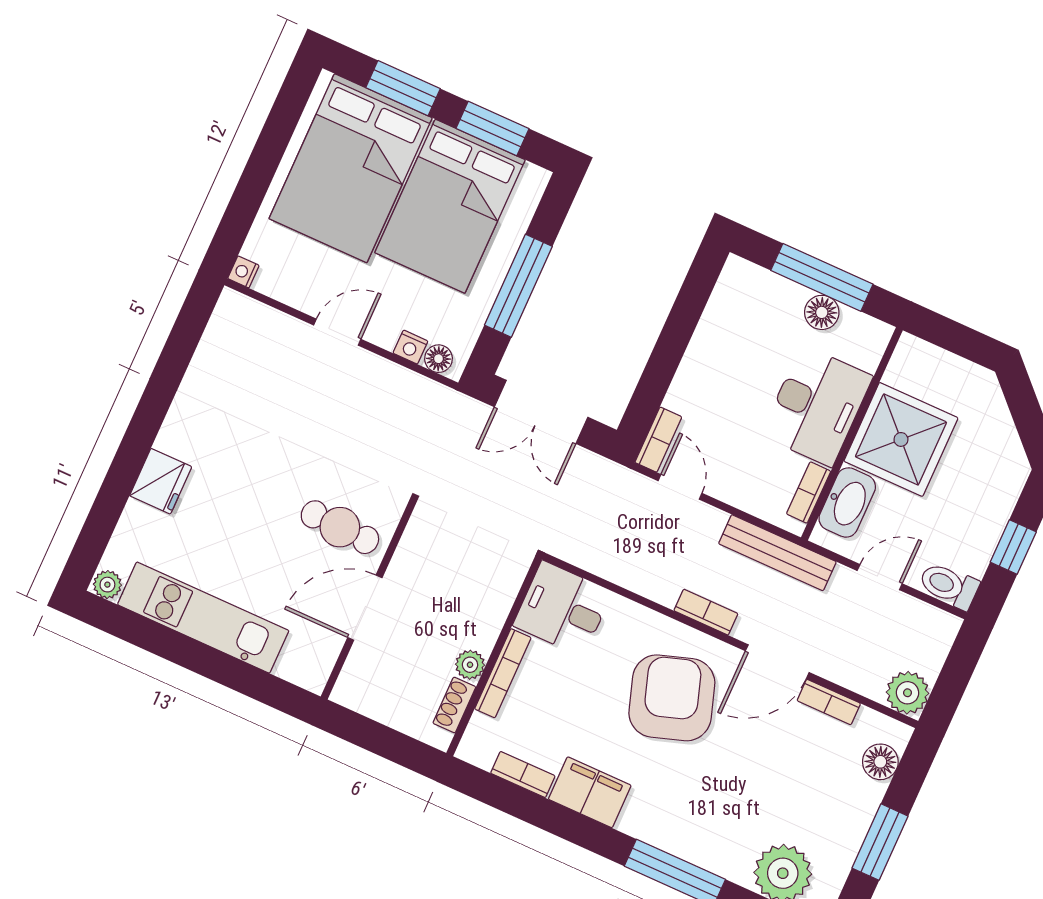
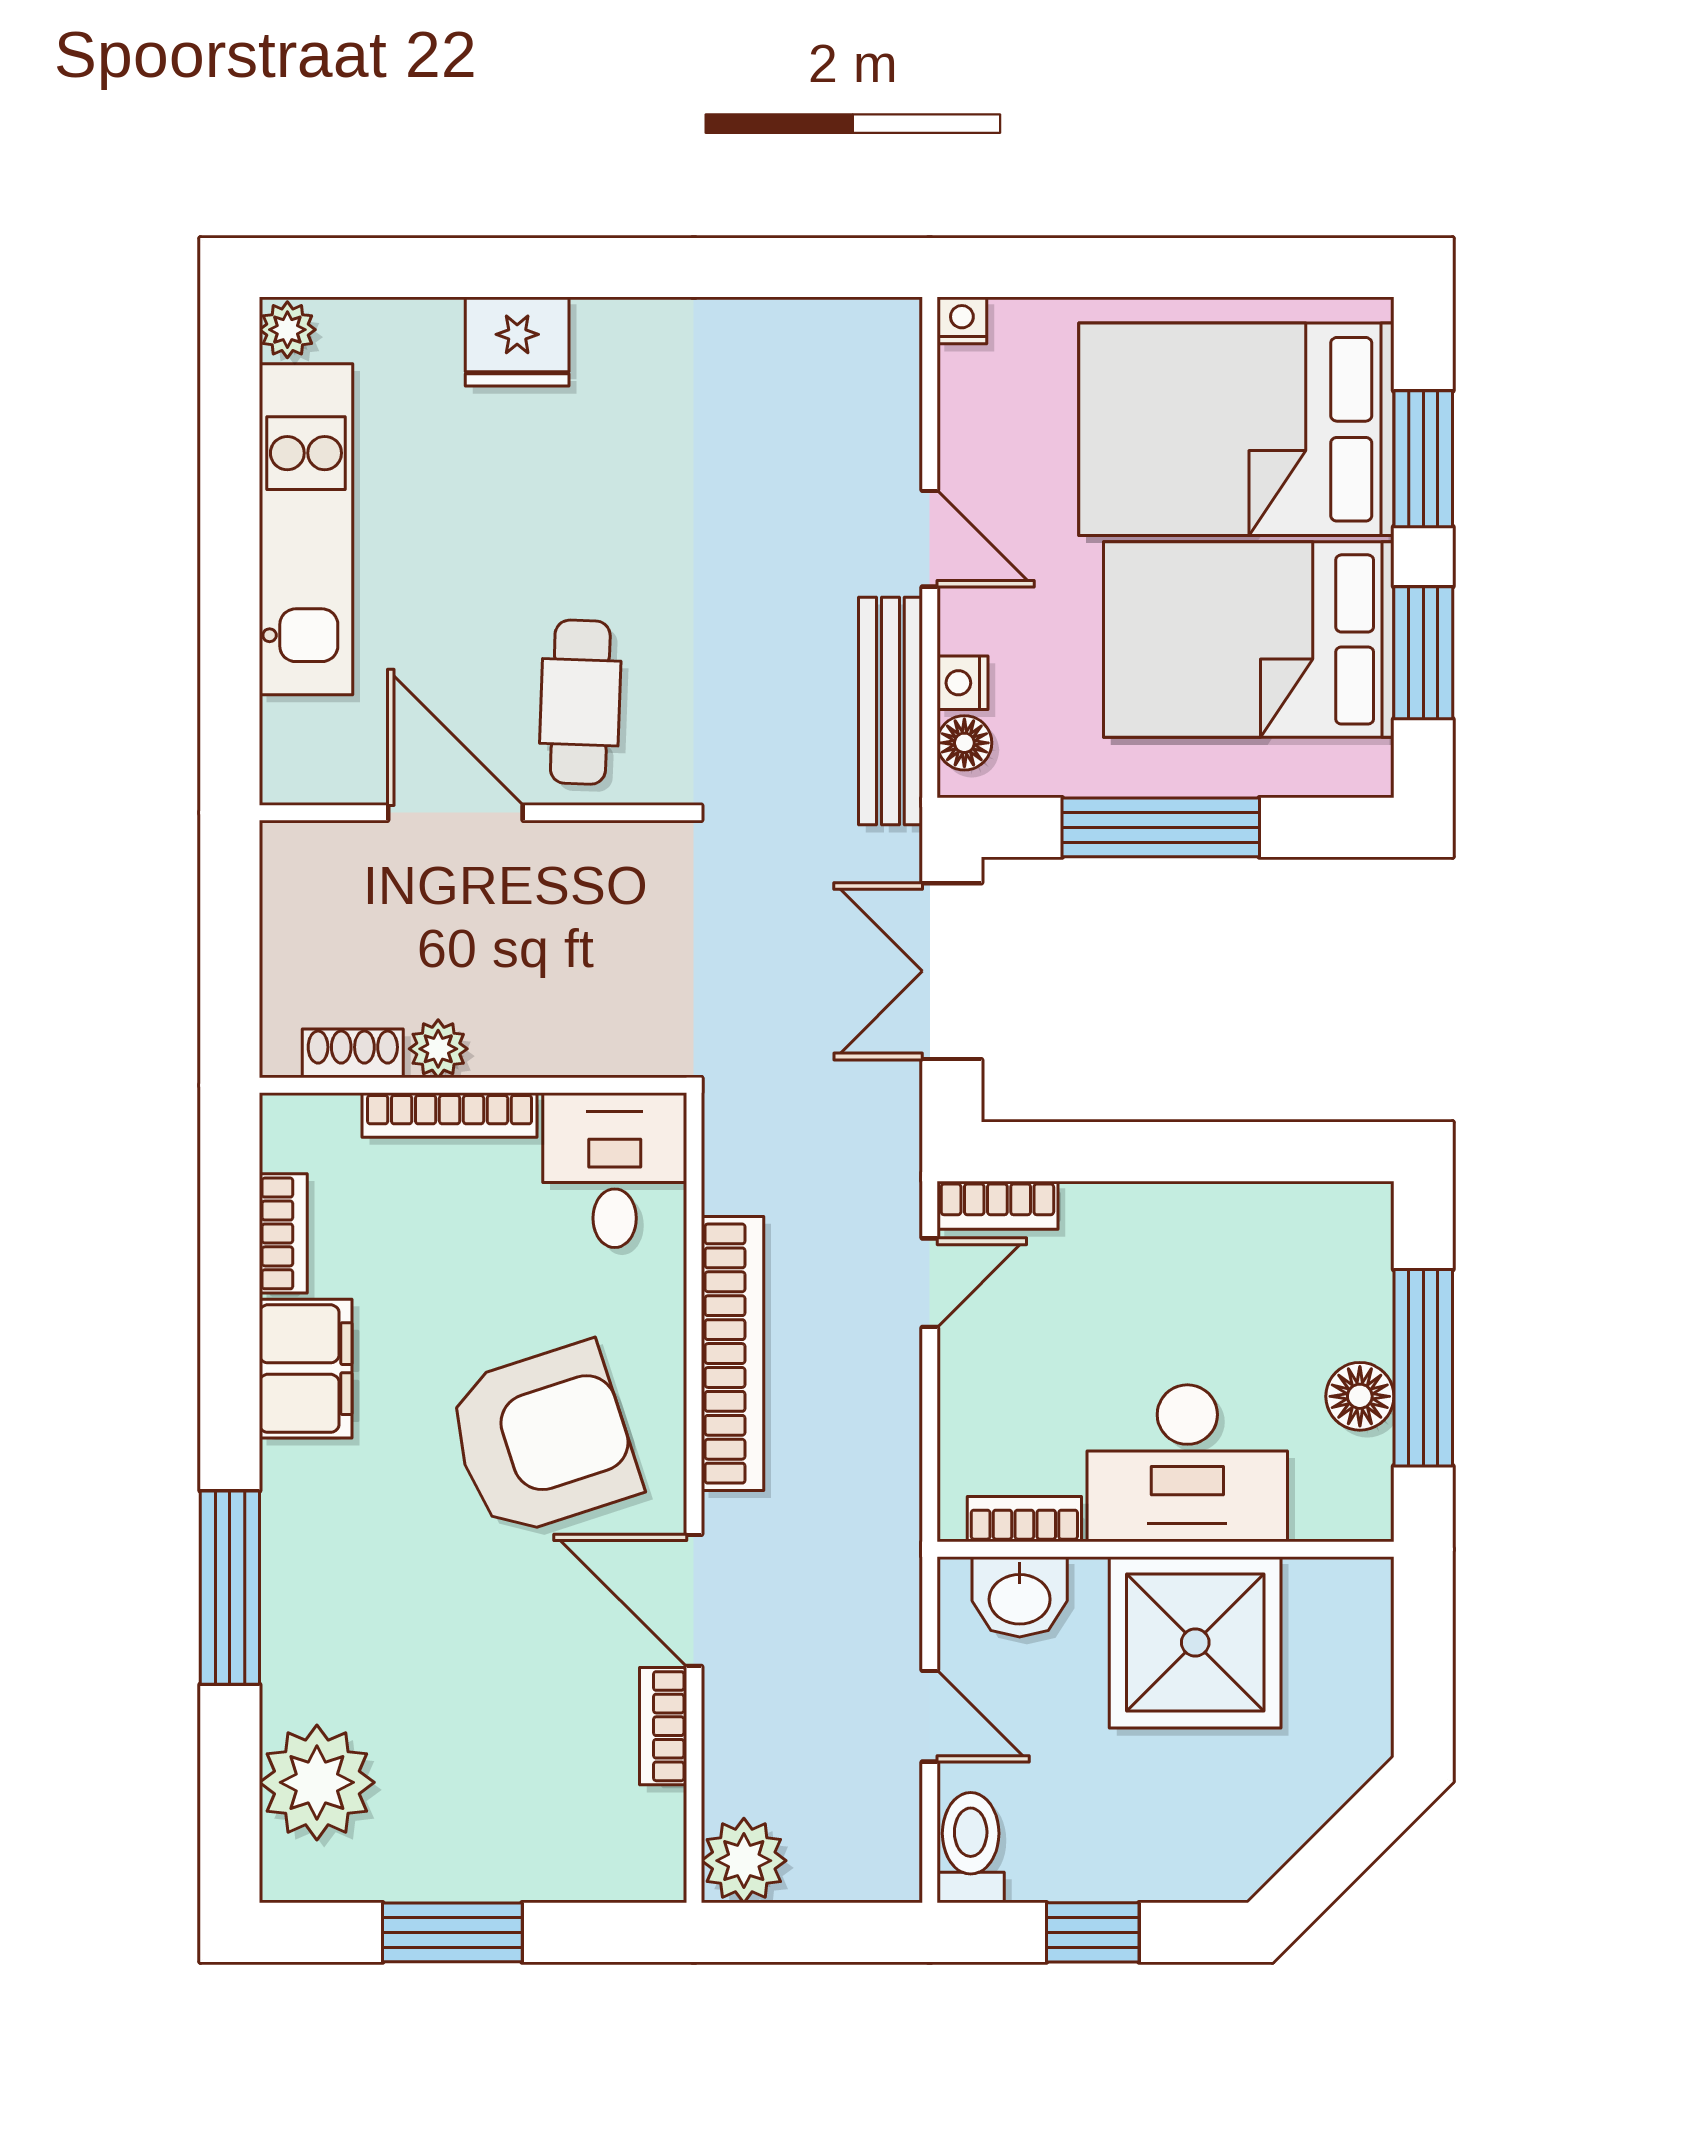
washbasin: (847, 502) -> (1020, 1597), width x0.72
bench: (777, 553) -> (890, 711), moved
bookcase: (706, 612) -> (732, 1354), width x2.31, depth x1.31
floor lamp: (880, 762) -> (597, 1868), removed

